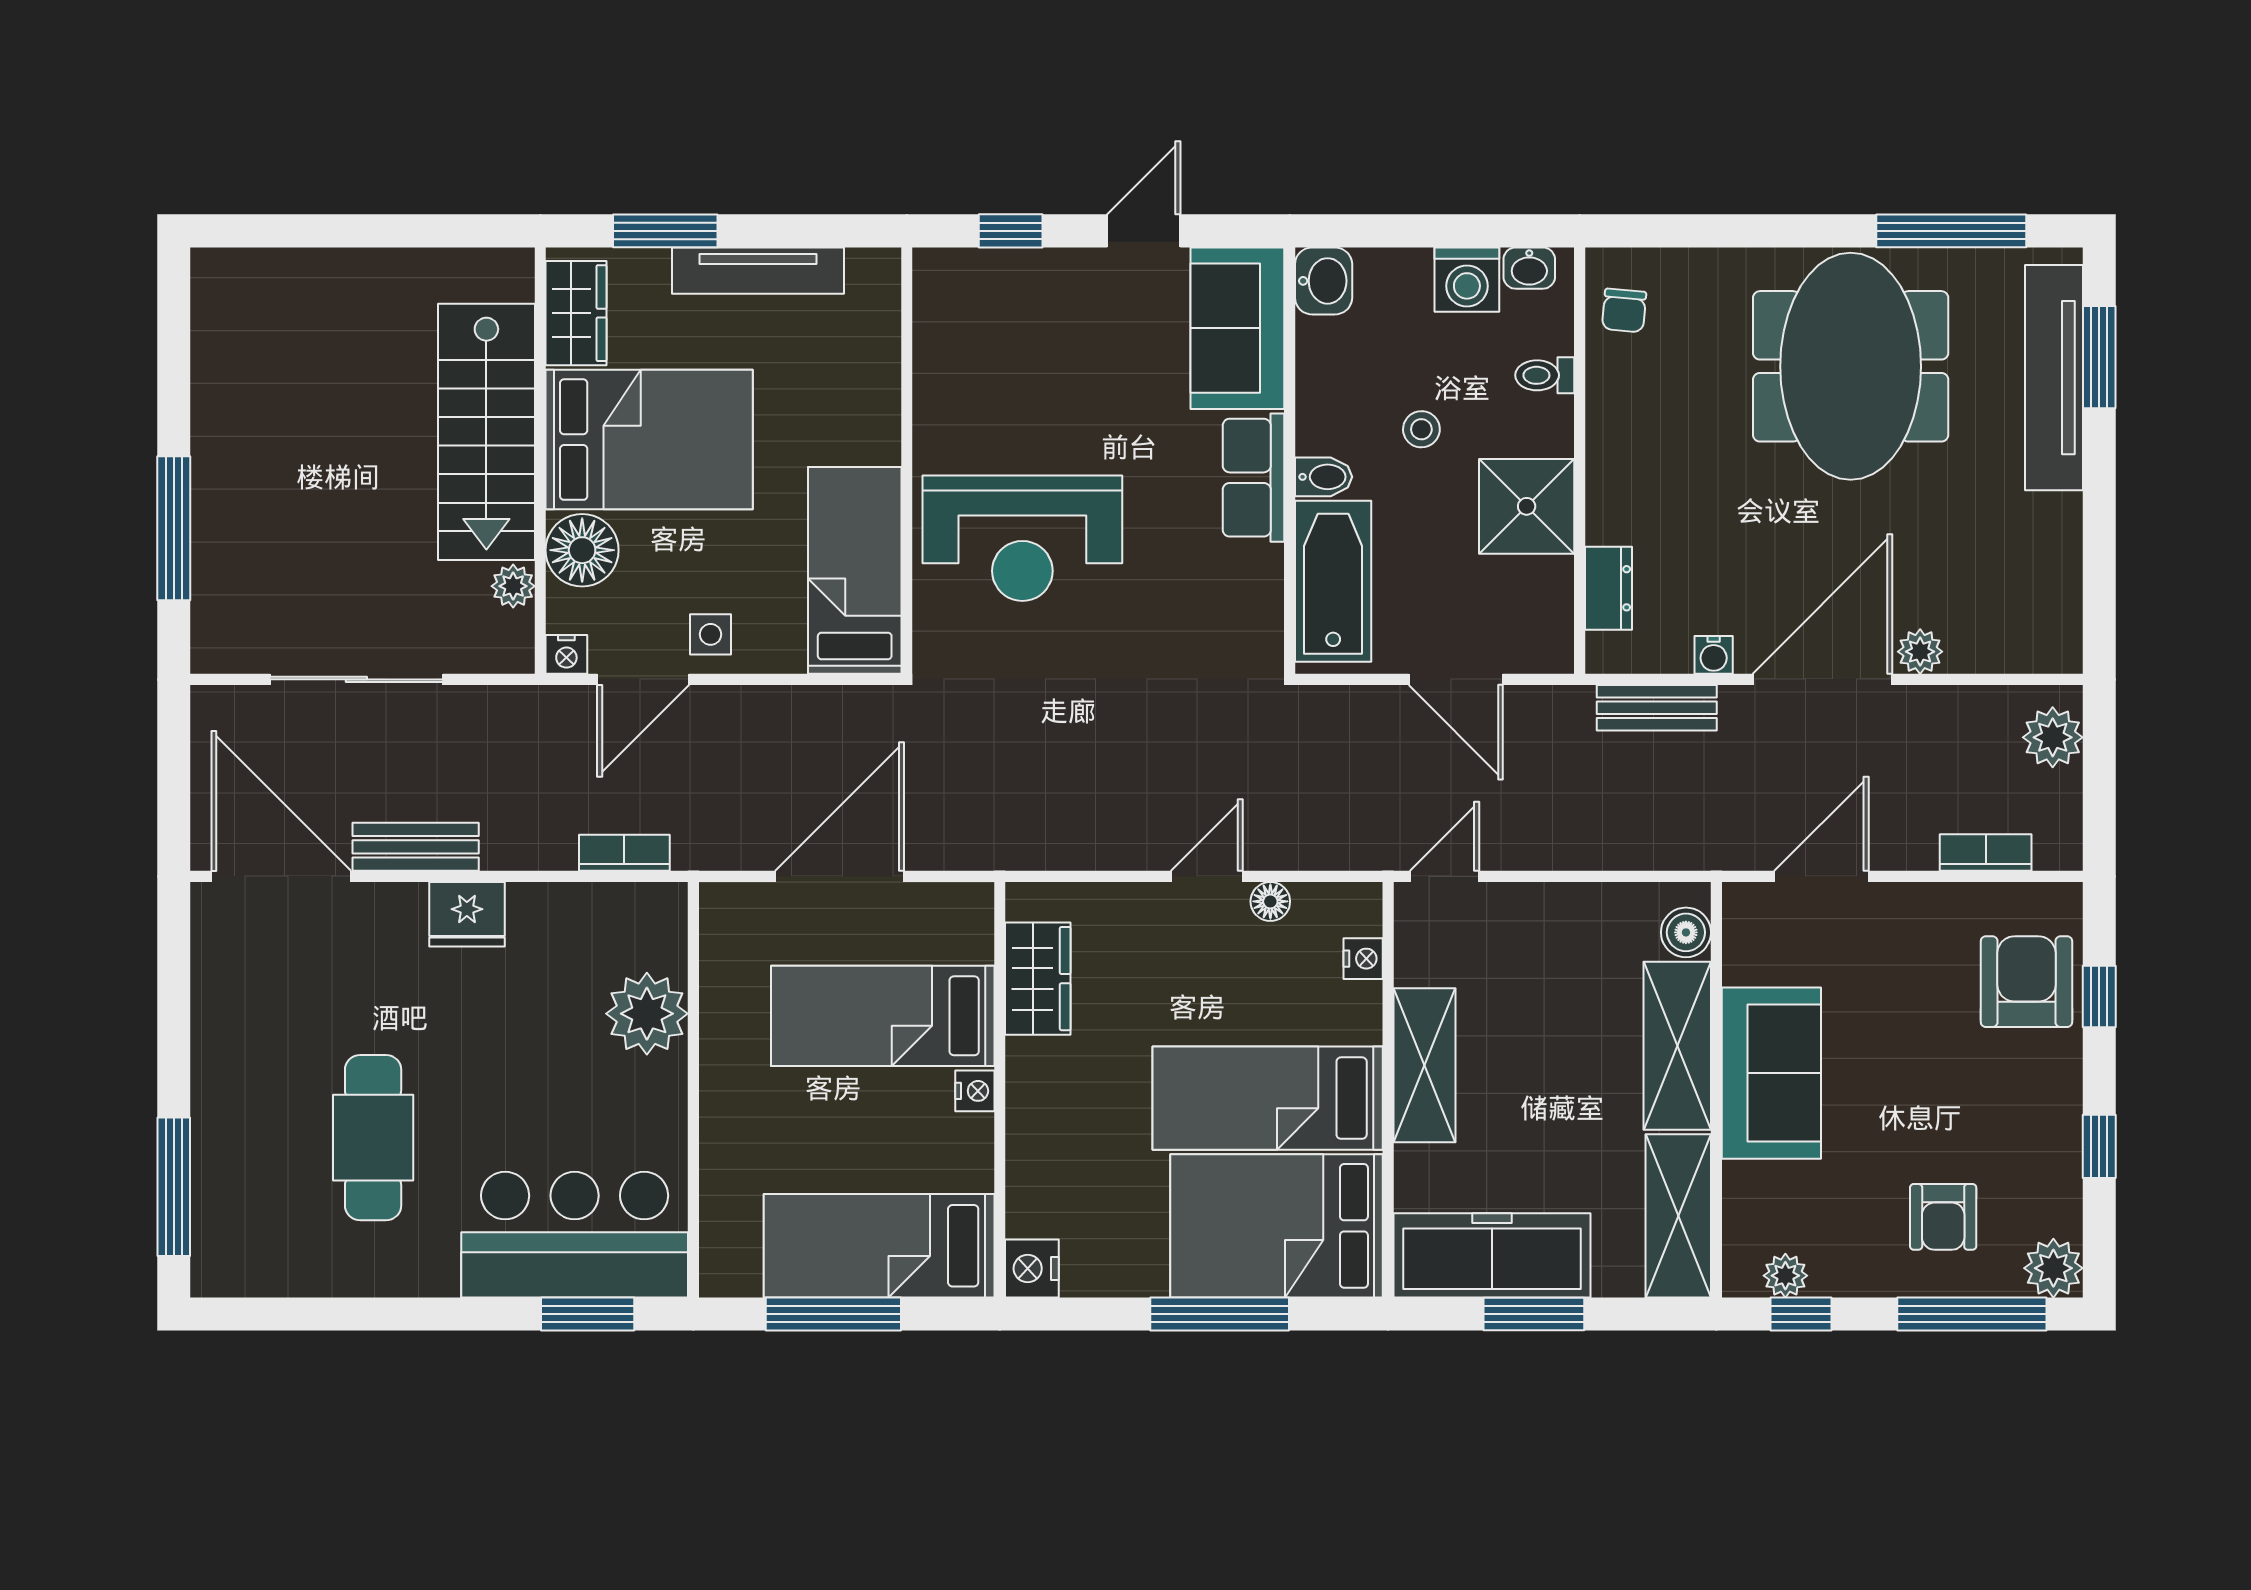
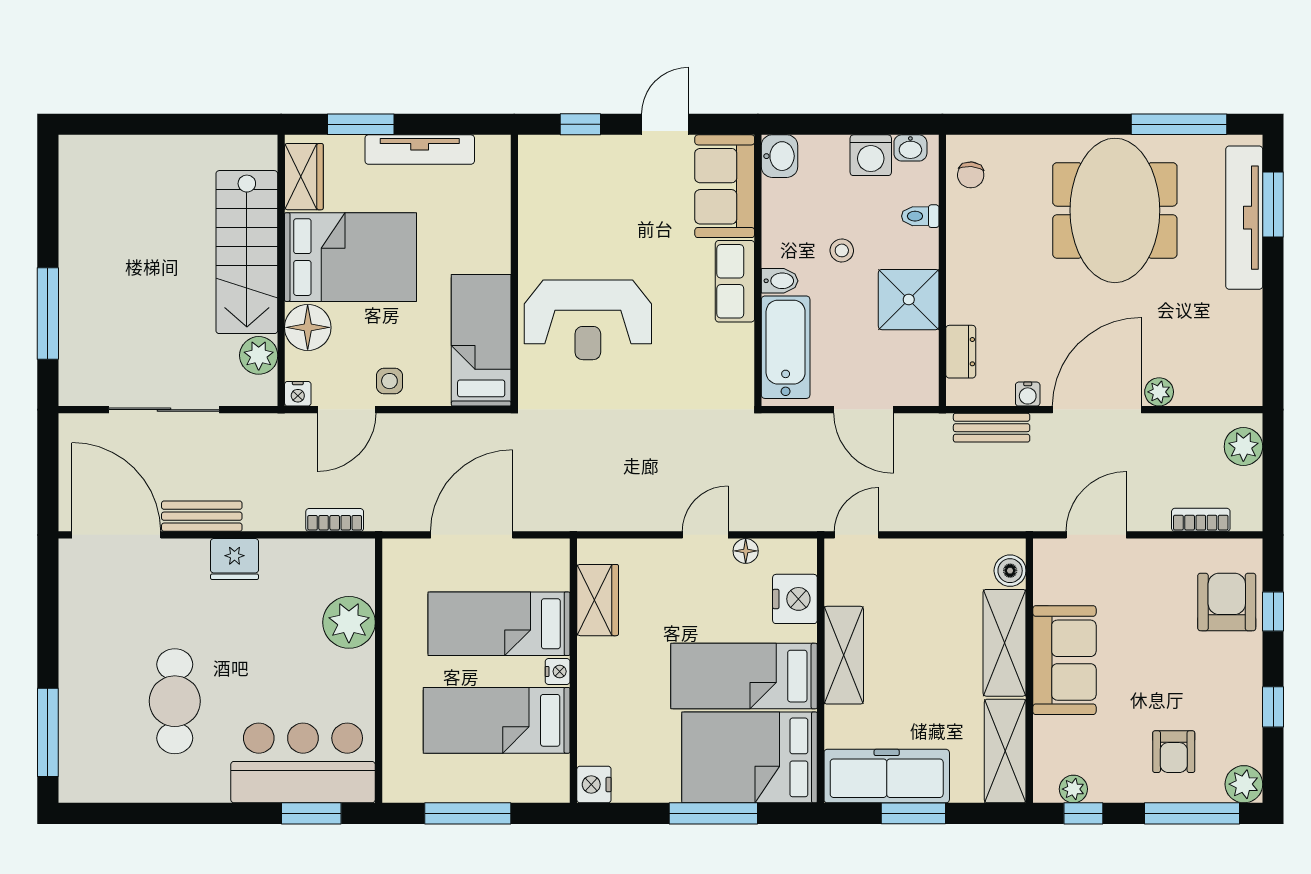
plant: (513, 586) -> (259, 355), width x1.38, depth x1.38
nightstand: (1363, 959) -> (795, 599), width x1.89, depth x1.79
bed: (879, 1246) -> (497, 720), moved

